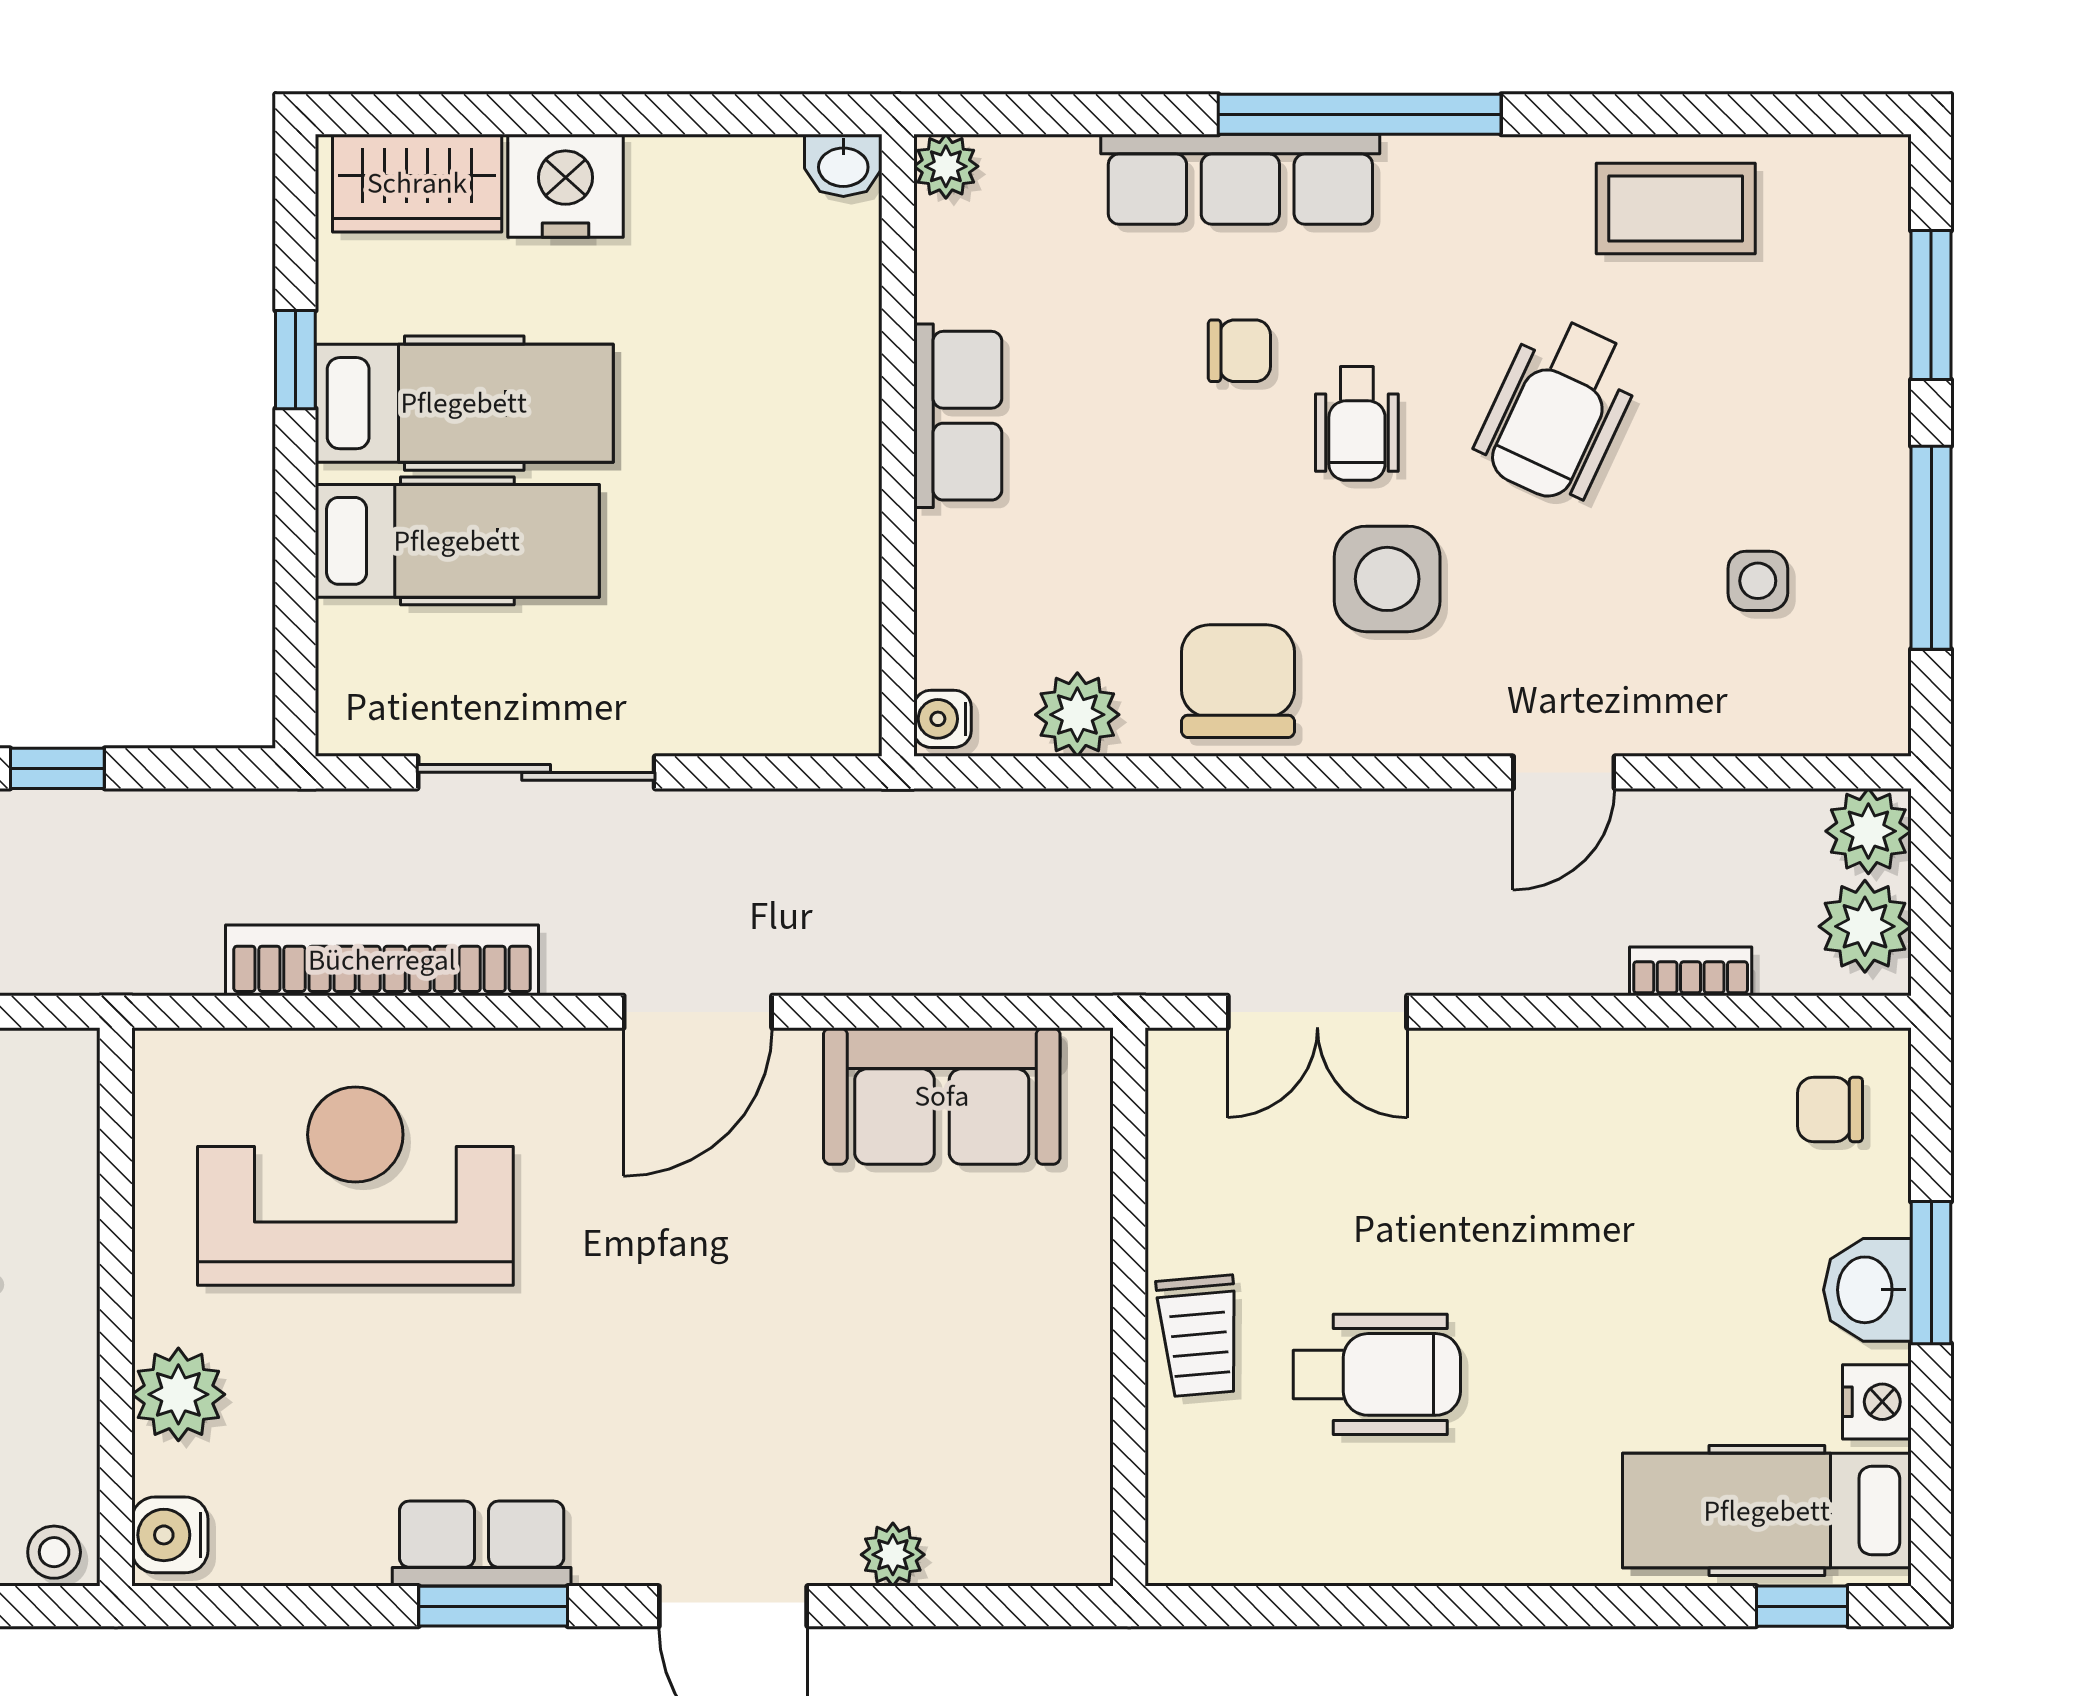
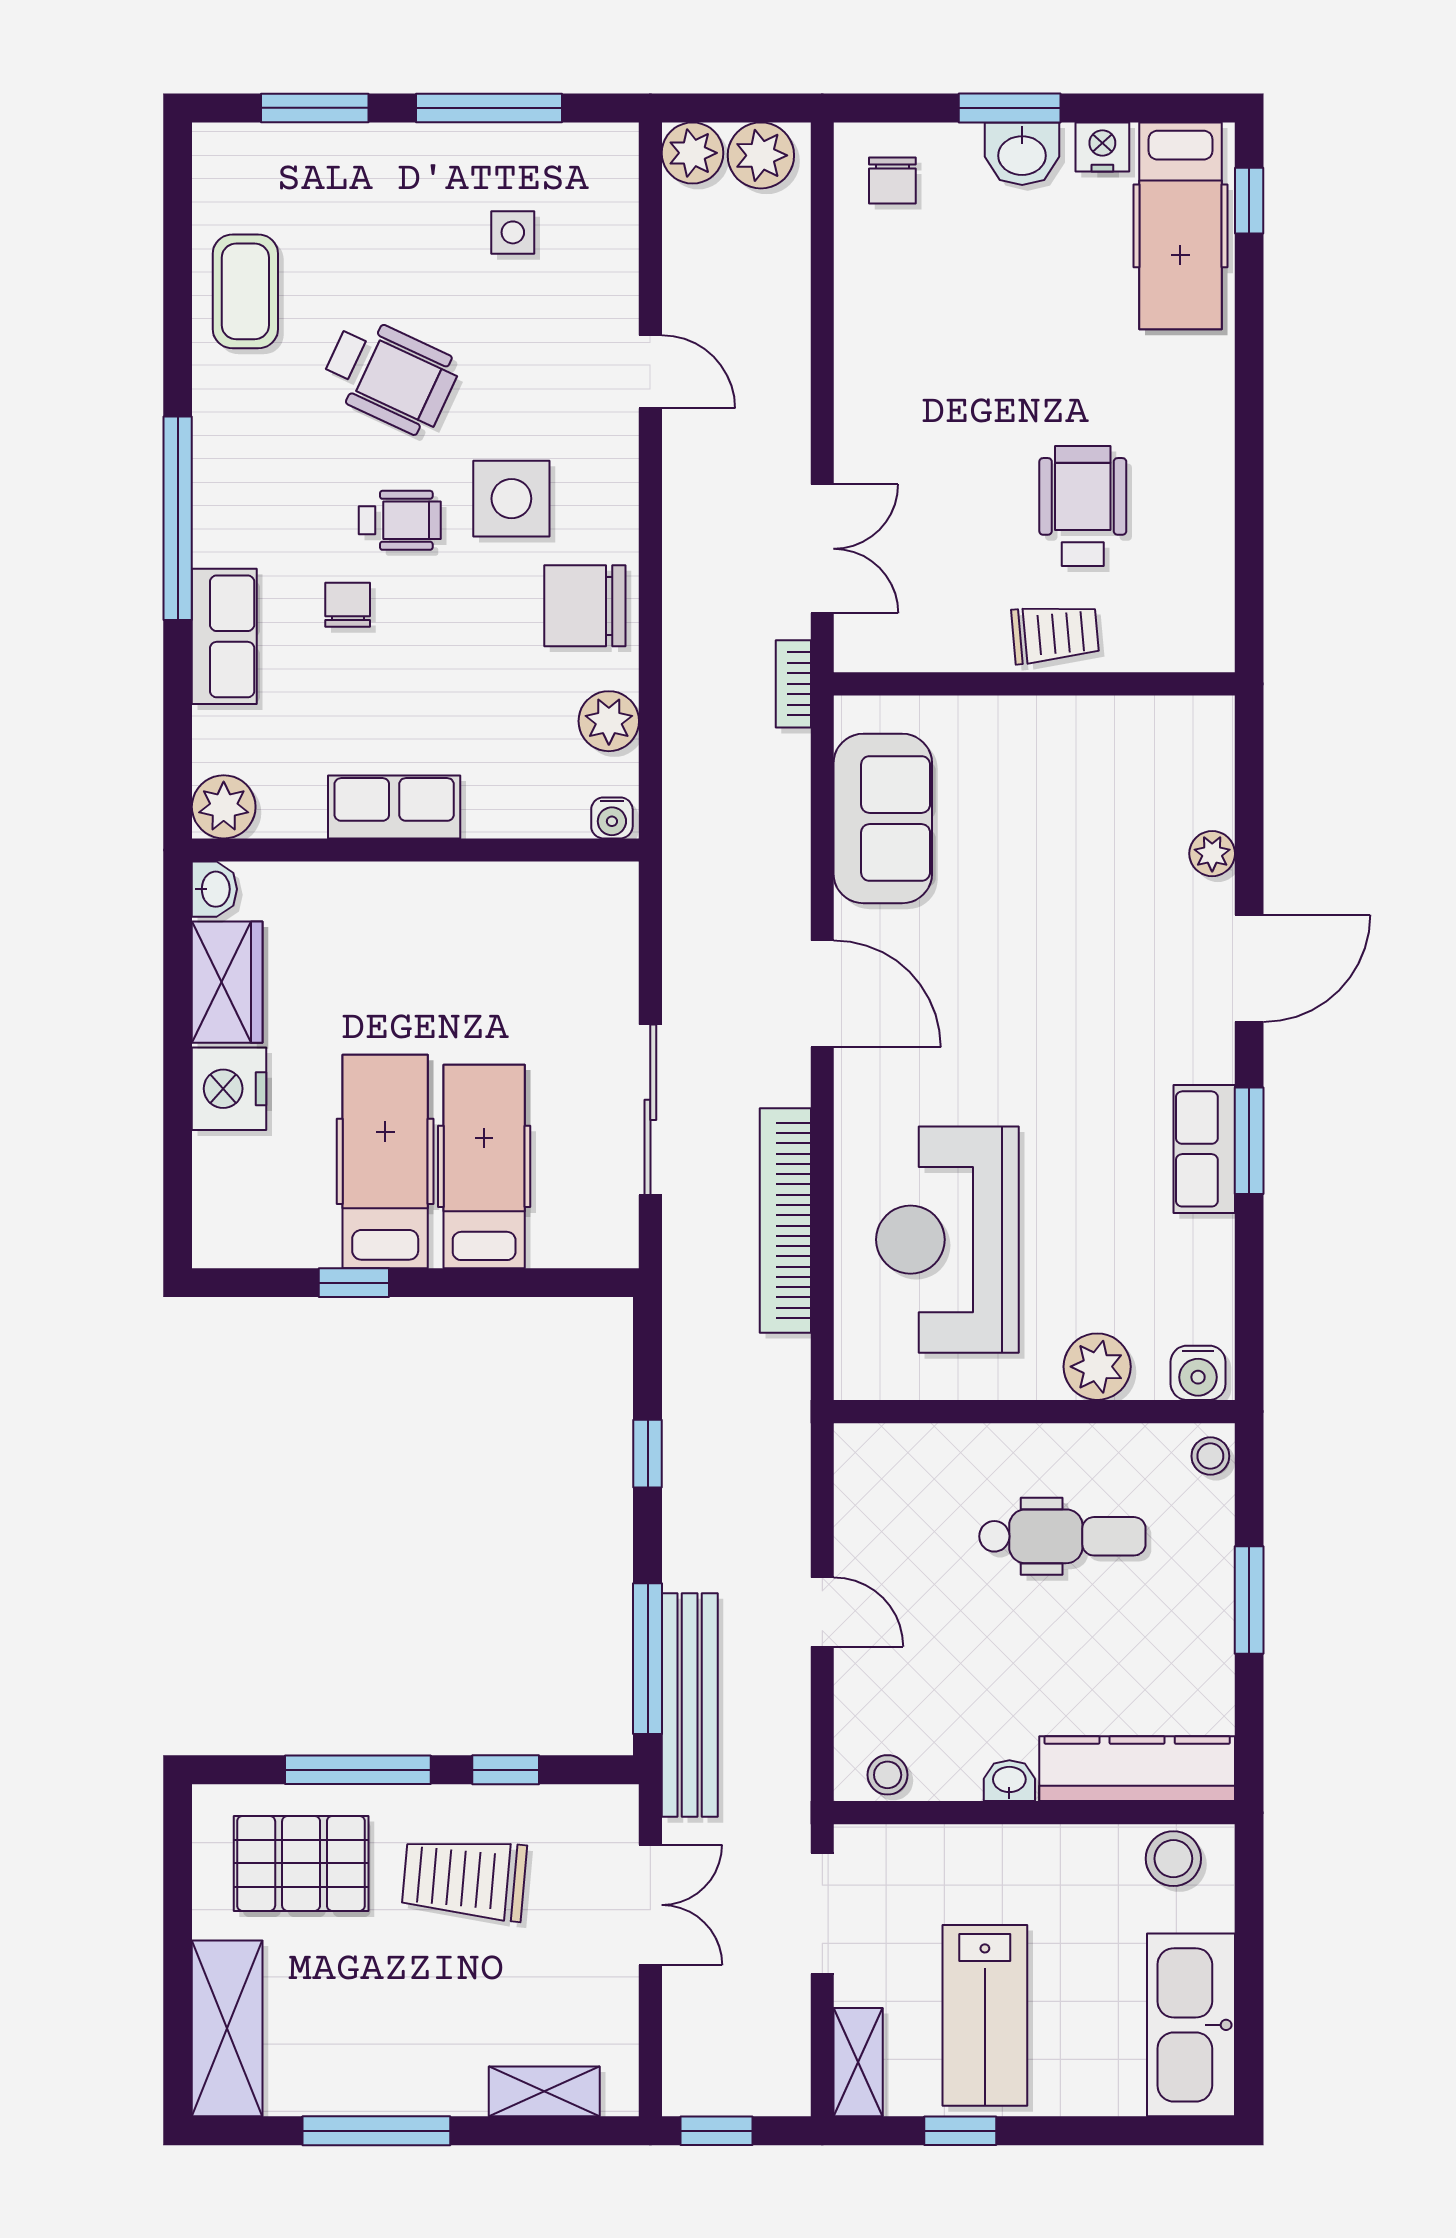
plant: (946, 166) -> (224, 807), width x1.38, depth x1.38
row of seats: (1240, 179) -> (224, 636), width x0.68
wardrobe: (417, 183) -> (227, 982), moved
bookcase: (1691, 971) -> (793, 684), moved

